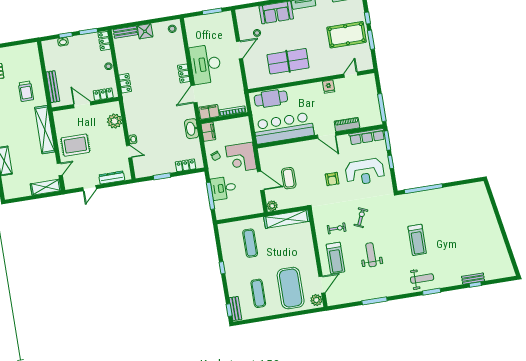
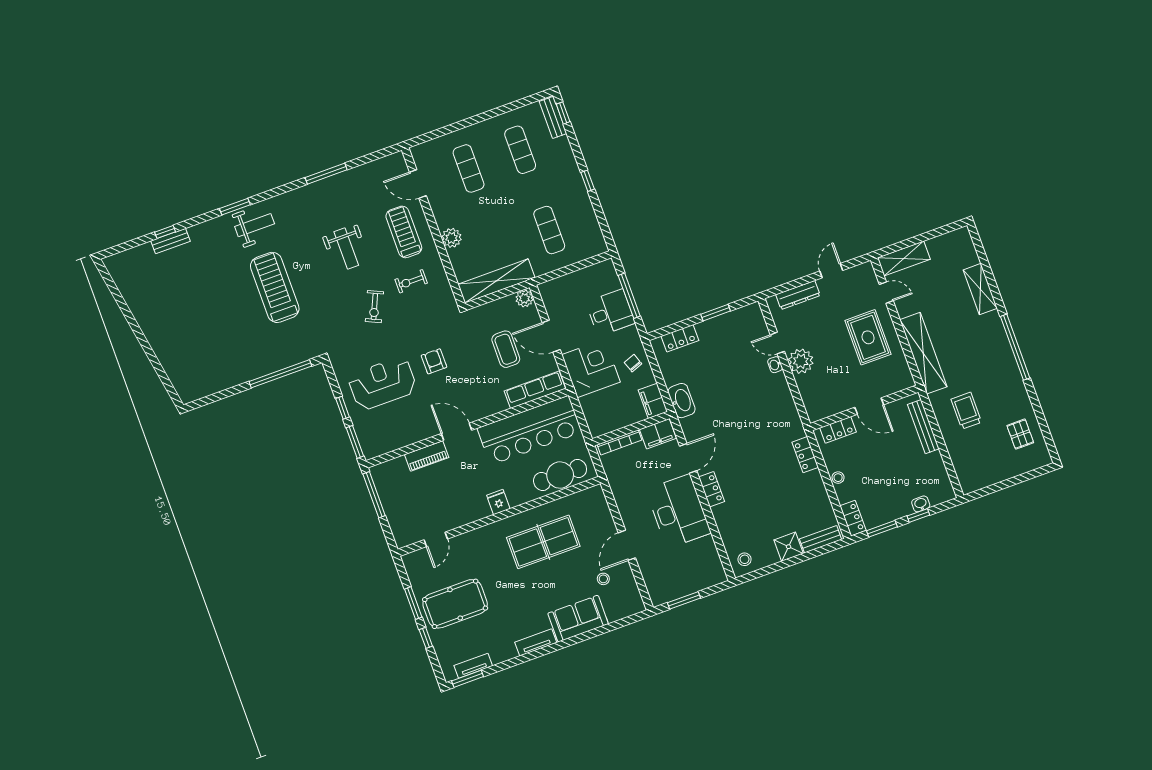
fridge: (329, 87) -> (498, 502), moved
plant: (115, 121) -> (801, 361), moved
row of seats: (367, 137) -> (535, 390), moved
rug: (75, 145) -> (868, 337), turned 90
door: (60, 169) -> (886, 293), swing flipped
treadmill: (417, 240) -> (275, 287), width x1.37, depth x1.37
weight bench: (422, 279) -> (255, 225), turned 180
door: (322, 285) -> (418, 184), hinge flipped
exercise mat: (291, 288) -> (469, 168), width x0.50, depth x0.69
plant: (316, 300) -> (452, 238), moved

